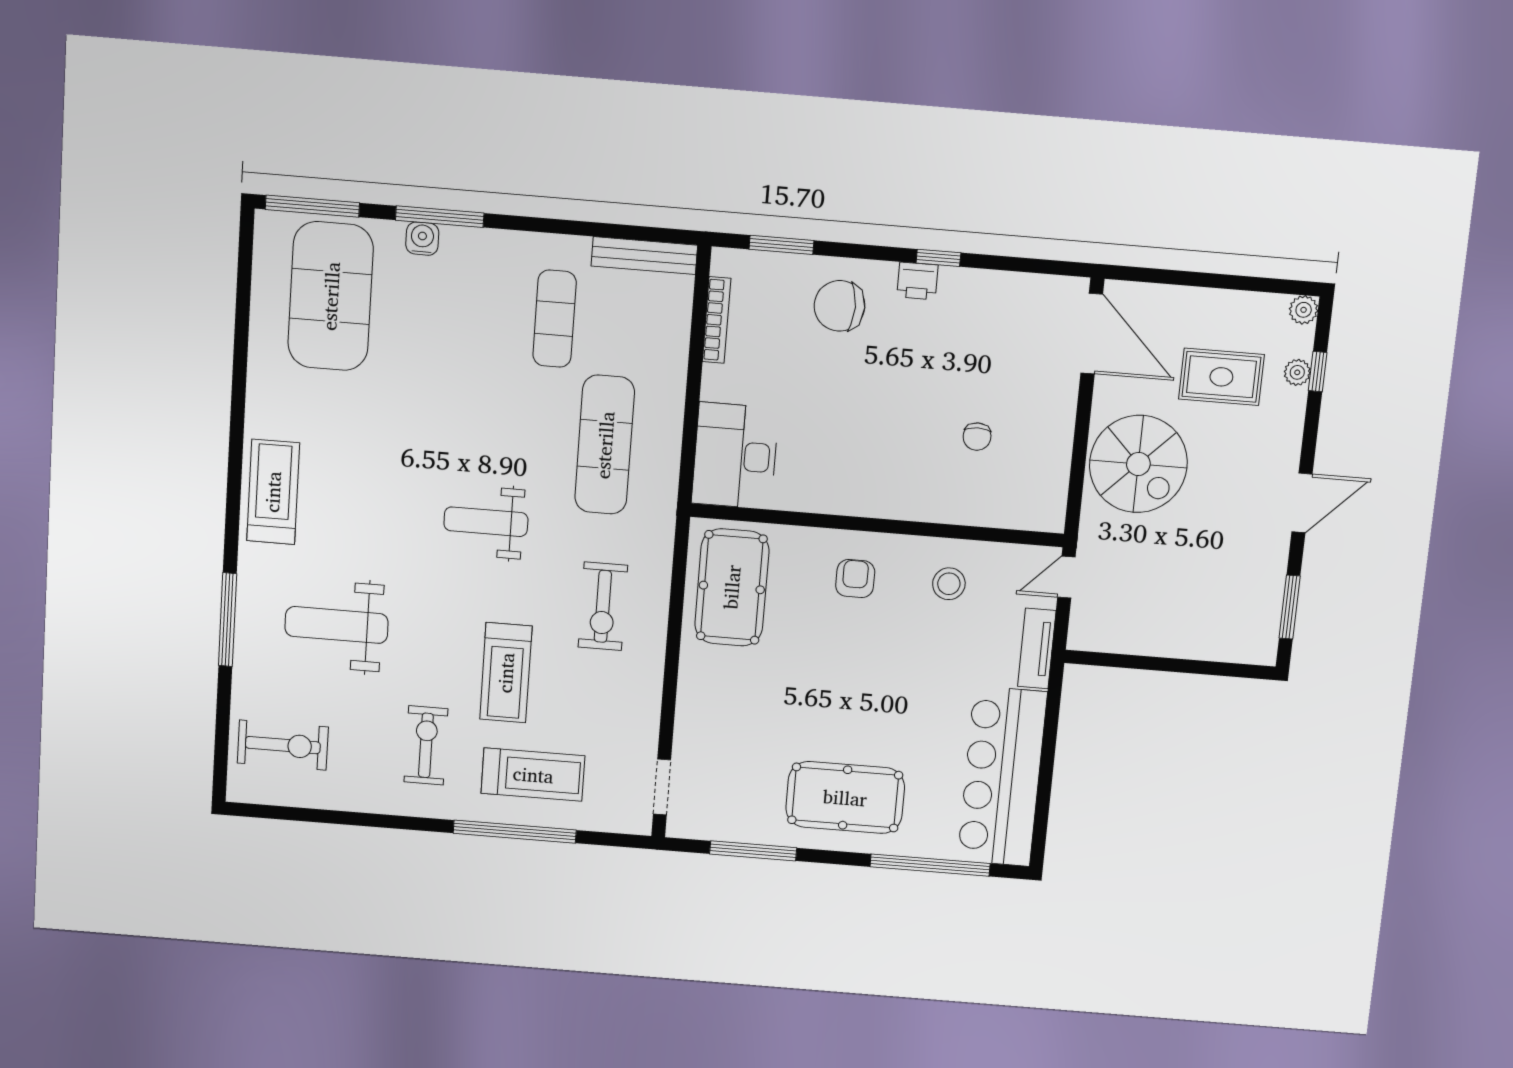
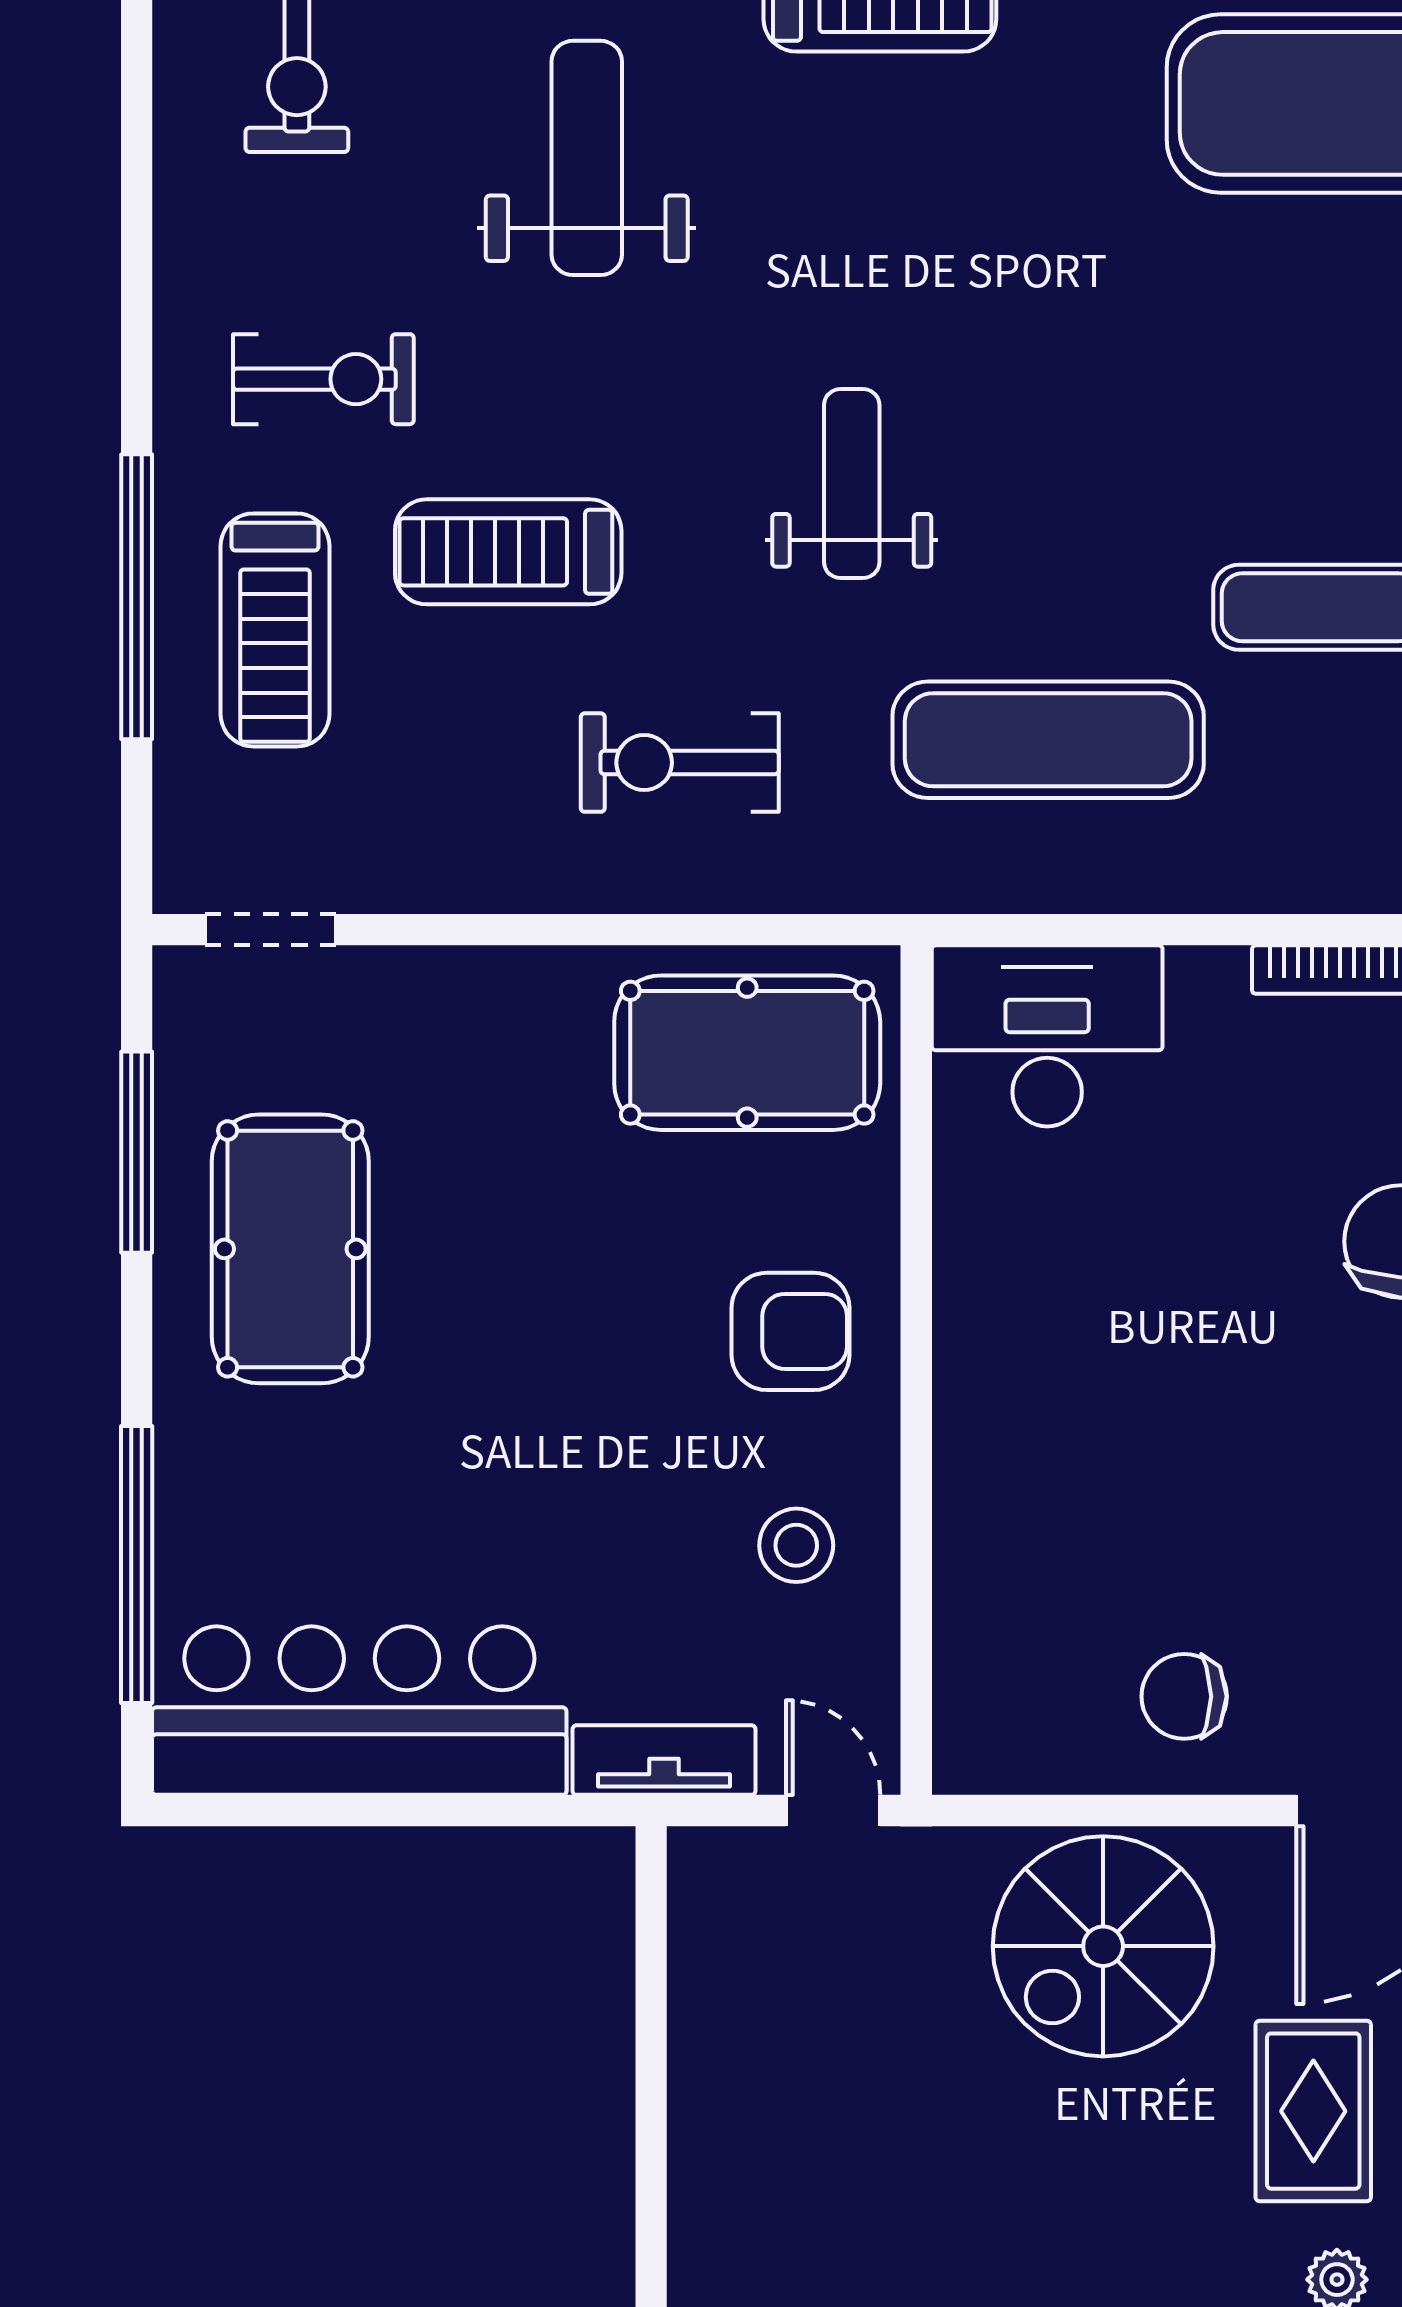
chair: (977, 437) -> (1184, 1696), moved, width x1.37, depth x1.37
armchair: (855, 579) -> (790, 1331), width x1.38, depth x1.38
pool table: (845, 798) -> (290, 1249), moved

